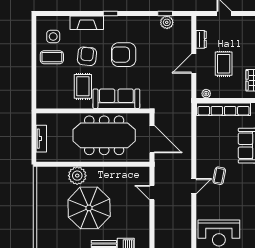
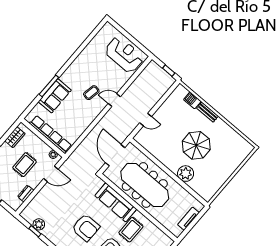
door: (194, 64) -> (51, 174), moved
door: (152, 193) -> (146, 120), hinge flipped
parasol: (89, 208) -> (196, 145), width x0.73, depth x0.73

